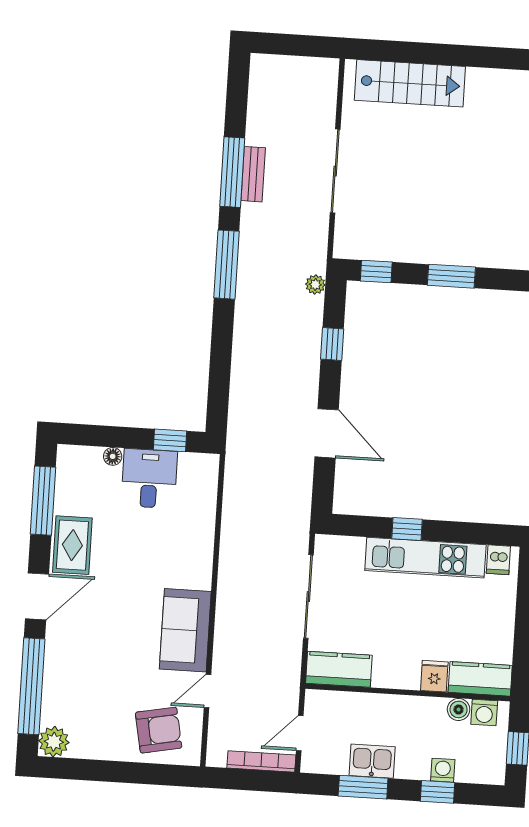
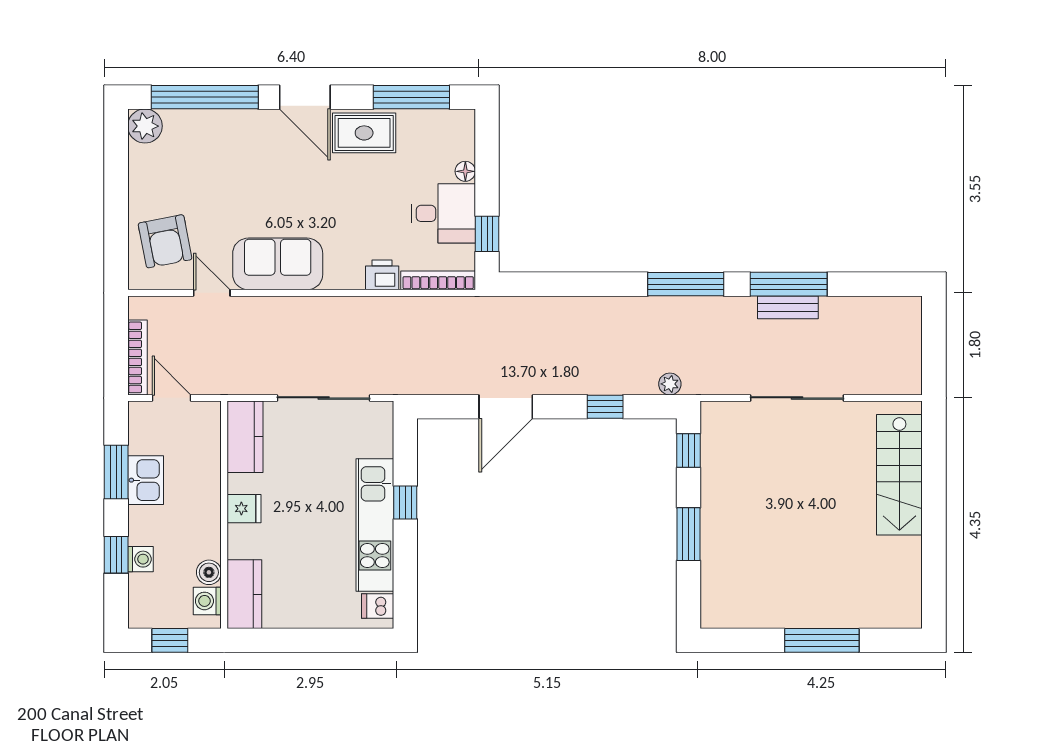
bookcase: (209, 487) -> (438, 280), added
printer: (201, 537) -> (382, 275), added
fridge: (434, 676) -> (244, 509), moved

